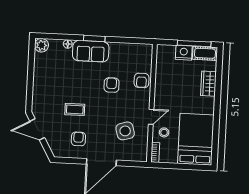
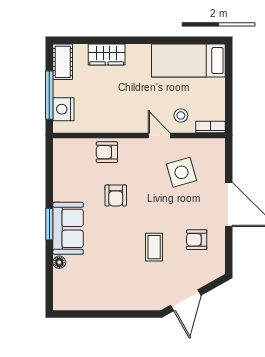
window: (194, 44) -> (49, 95), moved
plant: (41, 45) -> (63, 300), removed
nightstand: (184, 53) -> (63, 109), moved
armchair: (142, 80) -> (107, 152), turned 180
armchair: (112, 85) -> (116, 195), turned -90
bed: (196, 139) -> (188, 61), width x0.67

